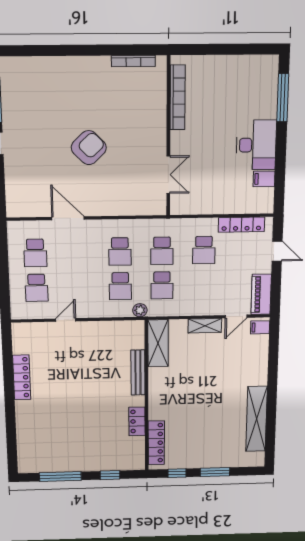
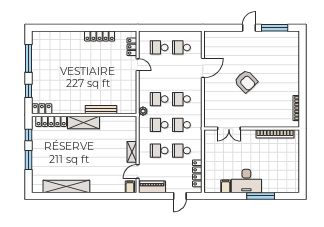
window: (283, 98) -> (261, 196), moved
school desk: (203, 285) -> (159, 151), added
door: (236, 316) -> (138, 172), hinge flipped
locker: (37, 329) -> (132, 47), added
shelving: (158, 343) -> (84, 122), moved
locker: (137, 421) -> (42, 109), moved

